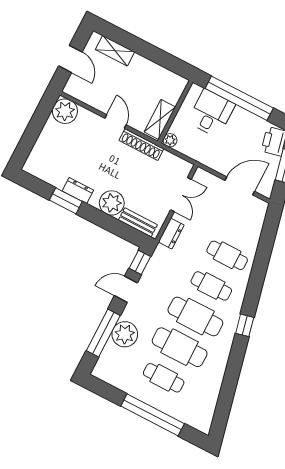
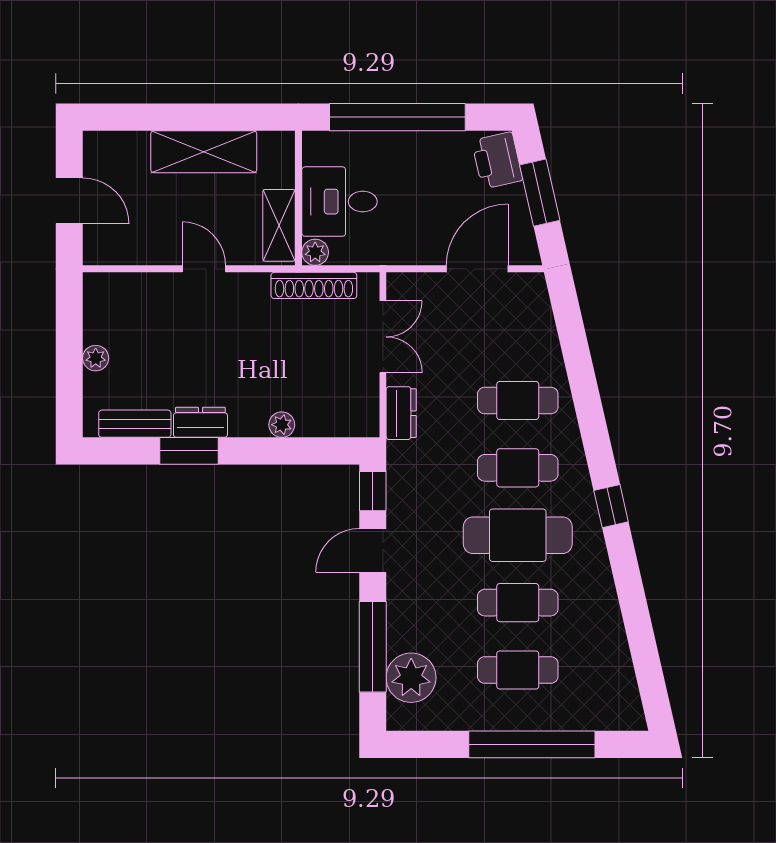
shelving: (115, 51) -> (204, 152), moved, width x1.50, depth x1.33
plant: (65, 111) -> (96, 358), moved, width x0.53, depth x0.53
desk: (211, 113) -> (339, 202), moved, turned -90
shoe rack: (141, 145) -> (314, 285), moved
plant: (112, 203) -> (282, 425), width x0.53, depth x0.53
bench: (138, 222) -> (135, 424), moved
plant: (125, 334) -> (411, 678), moved
cafe table: (180, 347) -> (518, 603), width x0.73, depth x0.74

